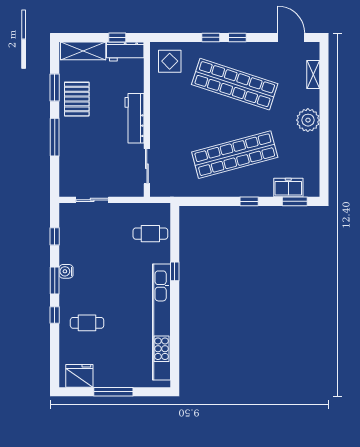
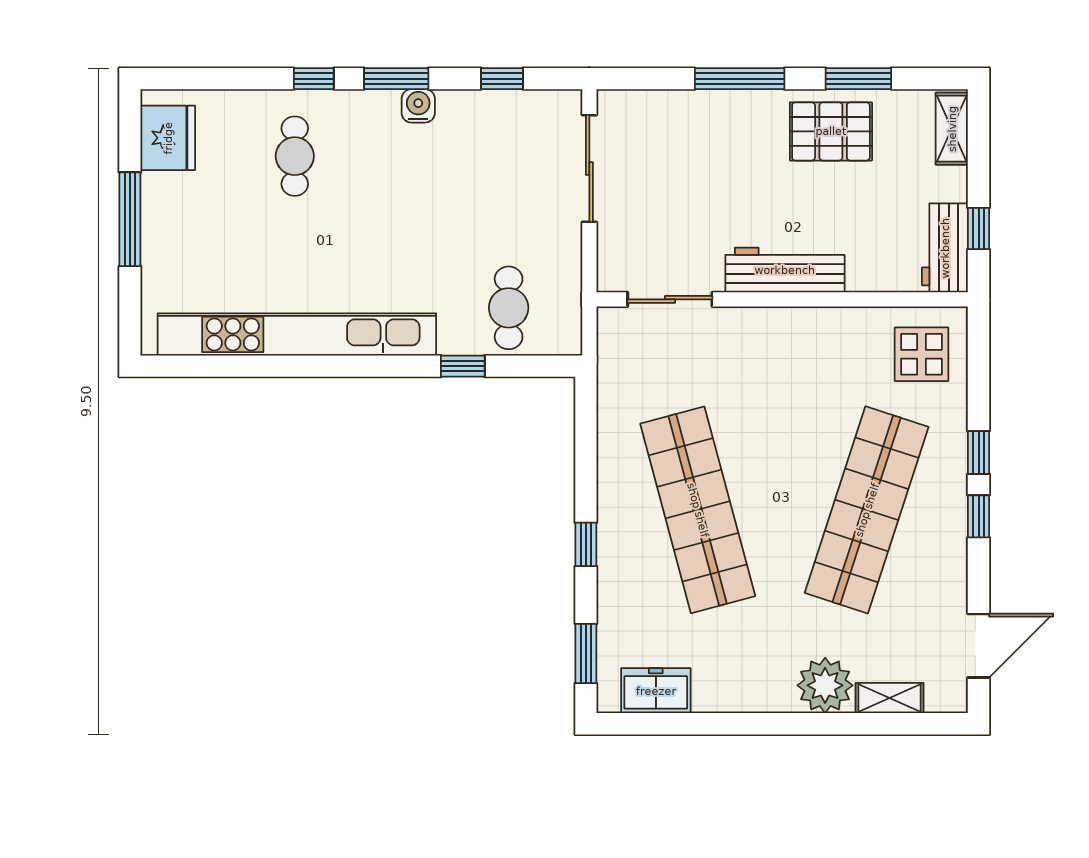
shelving: (83, 51) -> (952, 129), width x0.67, depth x0.75
plant: (308, 120) -> (825, 685), moved
freezer: (288, 188) -> (656, 691), moved, turned -90
sliding door: (92, 200) -> (589, 168), width x1.37
window: (175, 271) -> (463, 366), moved

